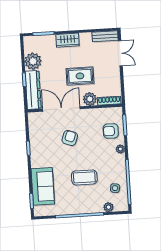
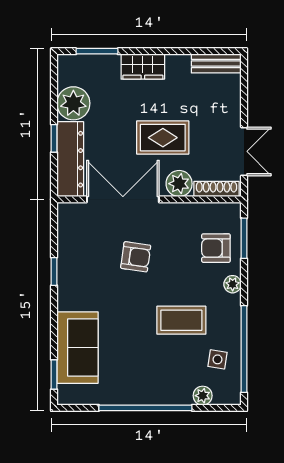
double door: (120, 53) -> (244, 151), moved
armchair: (70, 138) -> (136, 257), turned 78
coffee table: (84, 177) -> (181, 320), moved

